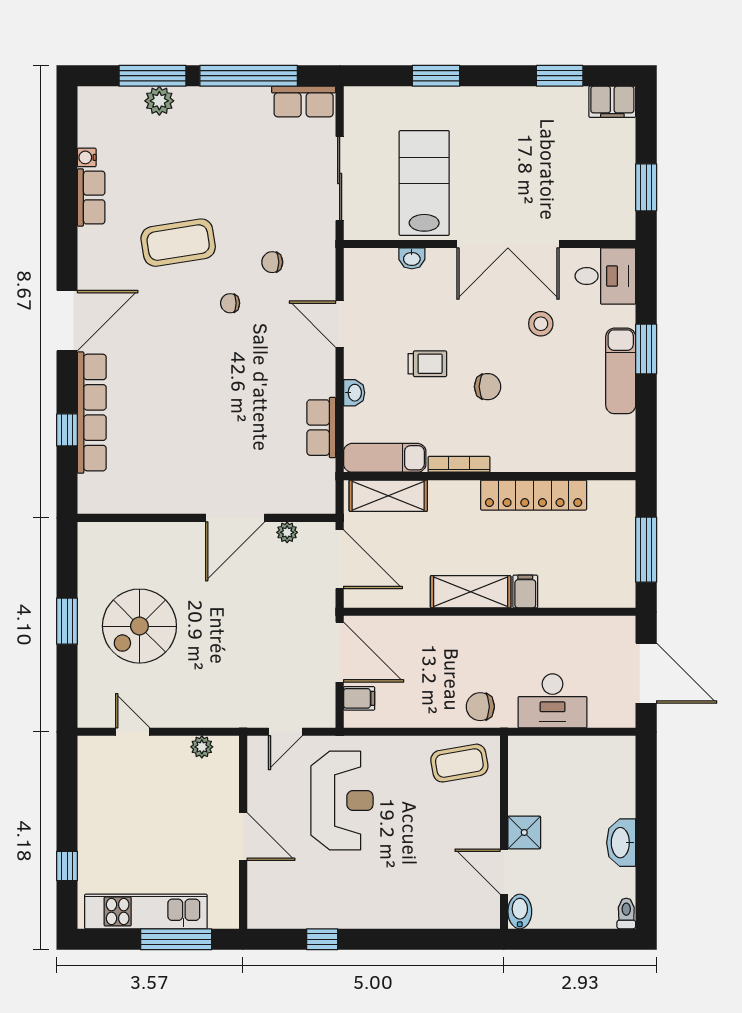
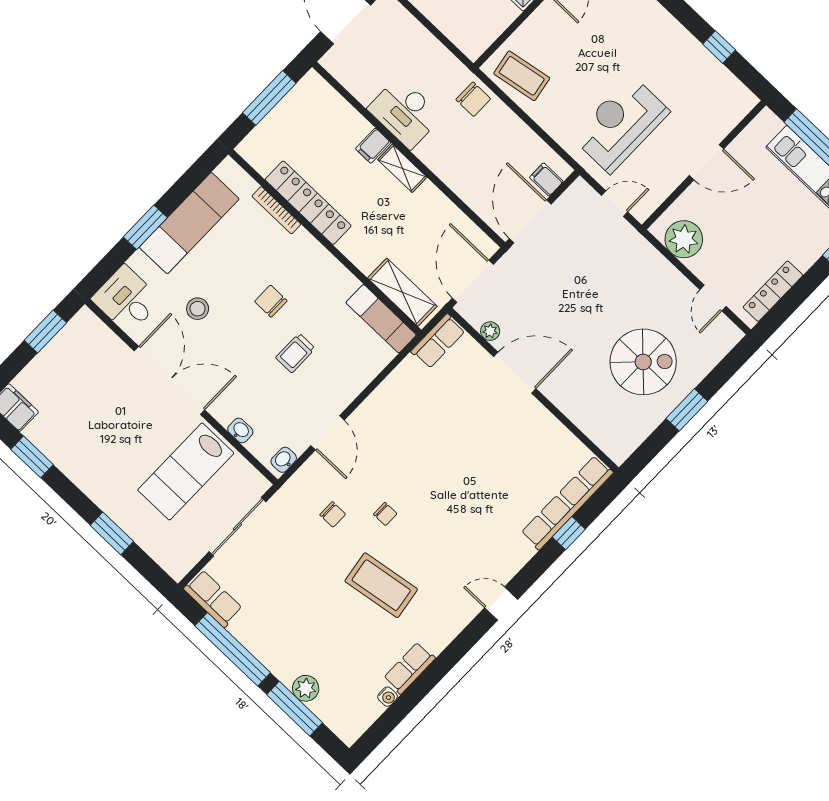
door: (67, 321) -> (501, 604), width x0.53
trolley: (427, 364) -> (295, 353), turned -90
exam couch: (621, 371) -> (189, 223), width x1.36, depth x1.45
washbasin: (354, 393) -> (284, 460), moved
row of seats: (92, 413) -> (567, 503), moved
row of seats: (321, 428) -> (438, 341), moved
bookcase: (459, 464) -> (276, 210), moved
shelving: (471, 592) -> (402, 168), width x0.67, depth x0.75
desk: (553, 701) -> (405, 113), moved, turned 180
plant: (202, 747) -> (684, 239), width x1.88, depth x1.88
locker: (89, 784) -> (773, 291), added
door: (243, 836) -> (706, 162), swing flipped

